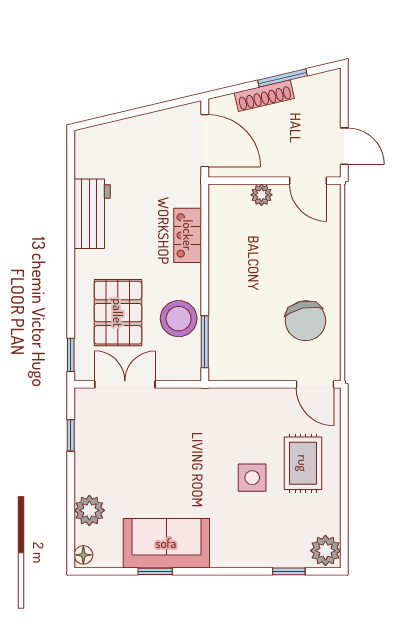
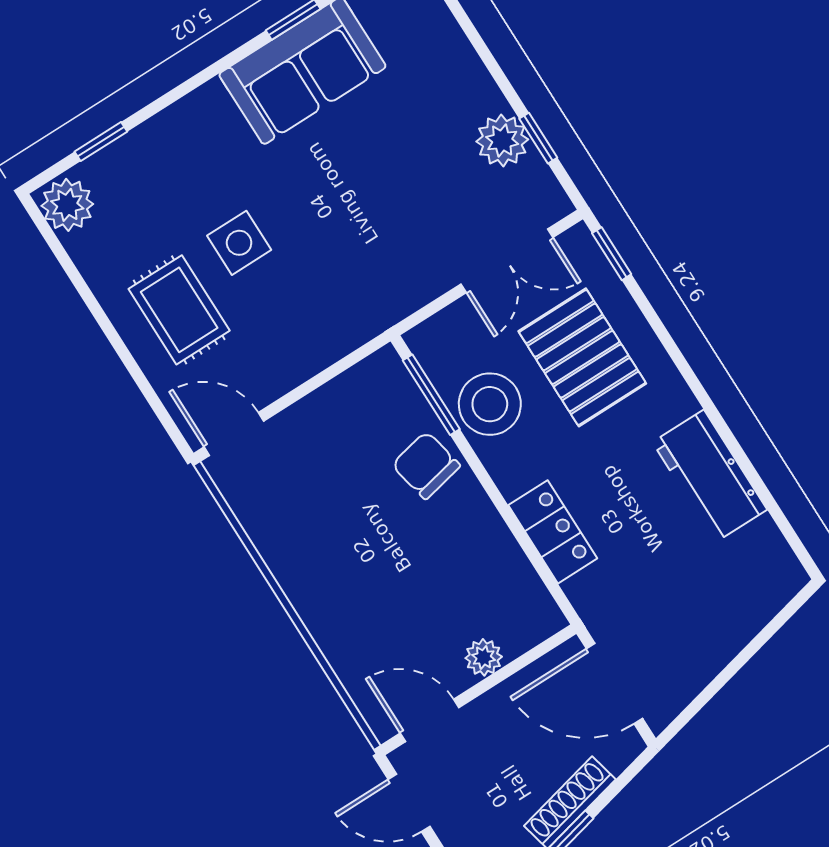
chair: (305, 321) -> (426, 465), moved, width x0.73, depth x0.73
plant: (89, 510) -> (502, 141), moved

